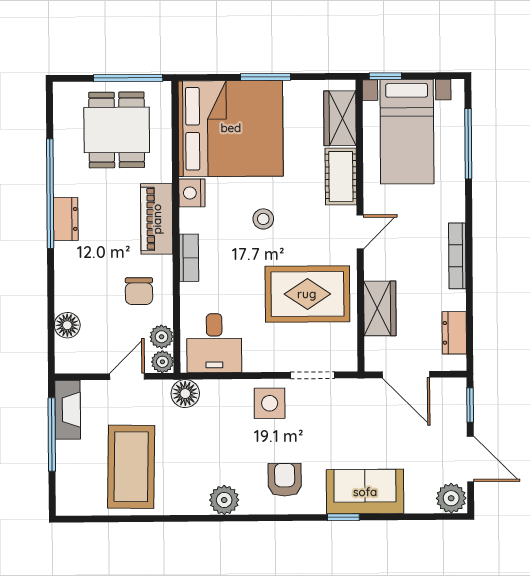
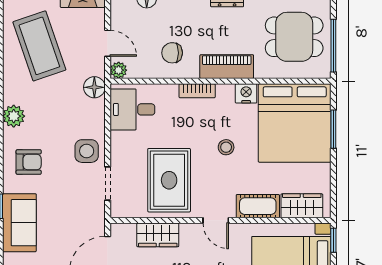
window: (265, 77) -> (333, 129), moved
plant: (162, 337) -> (137, 70), removed
coffee table: (131, 467) -> (39, 46), turned 70

